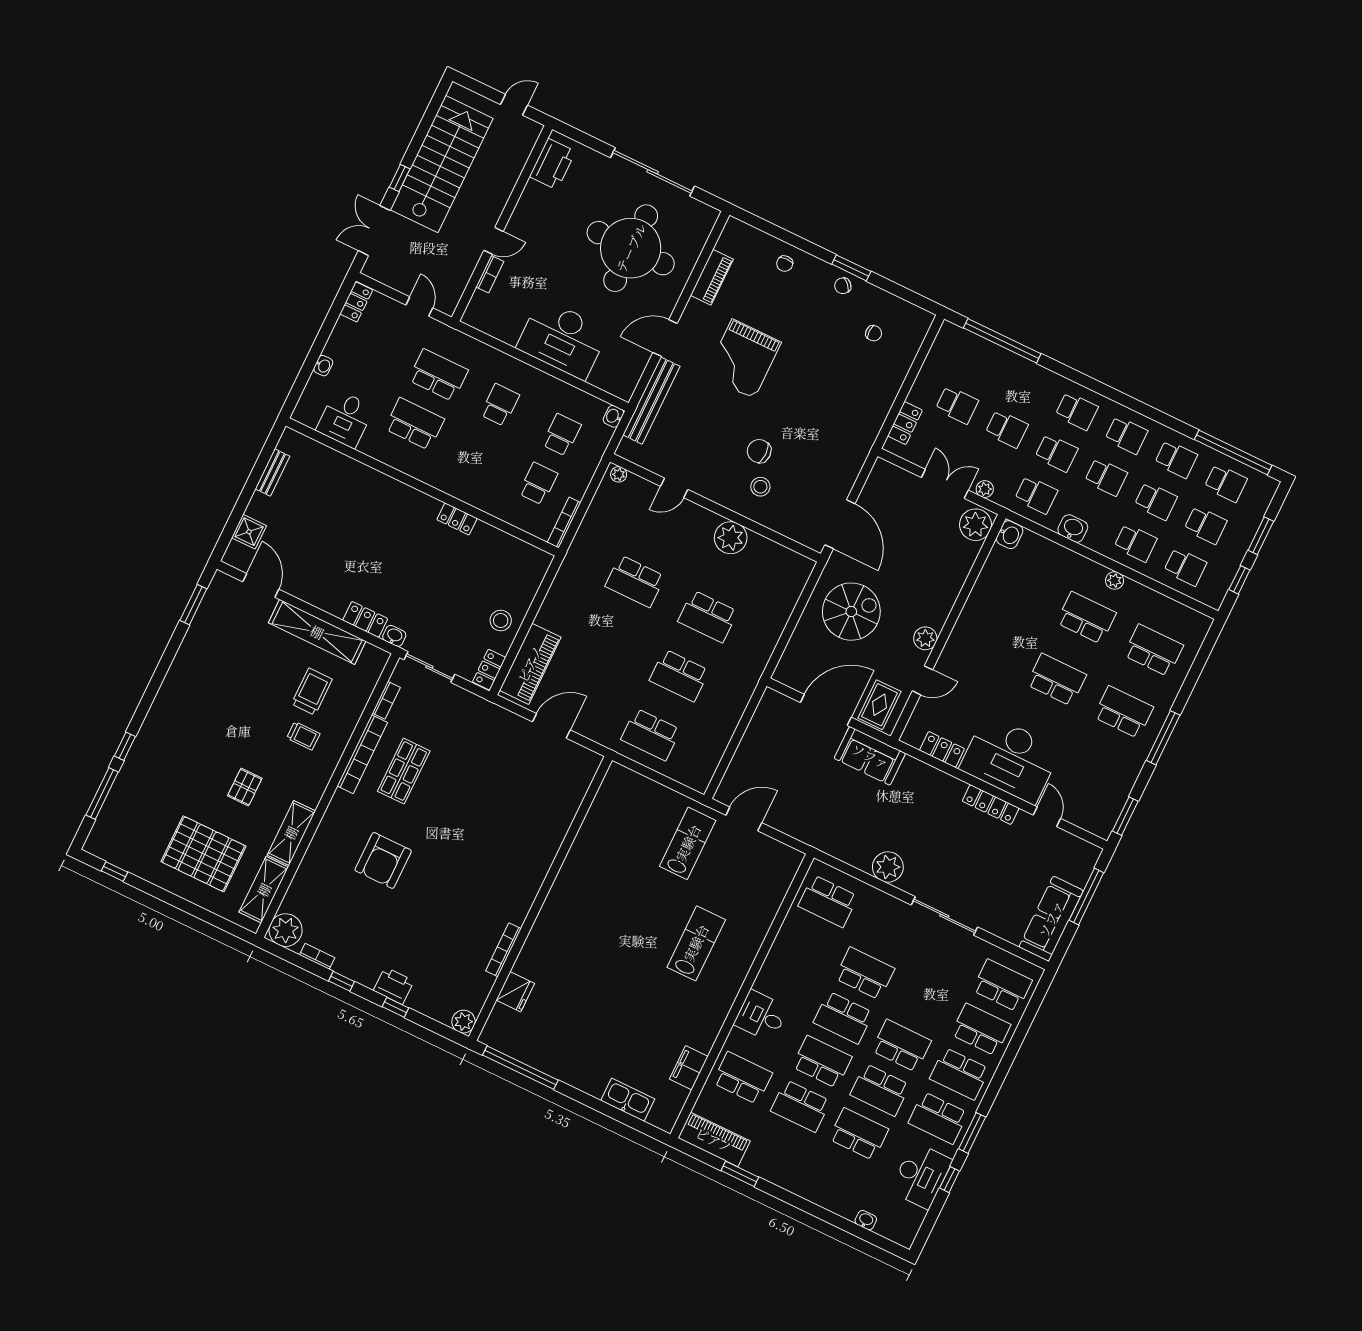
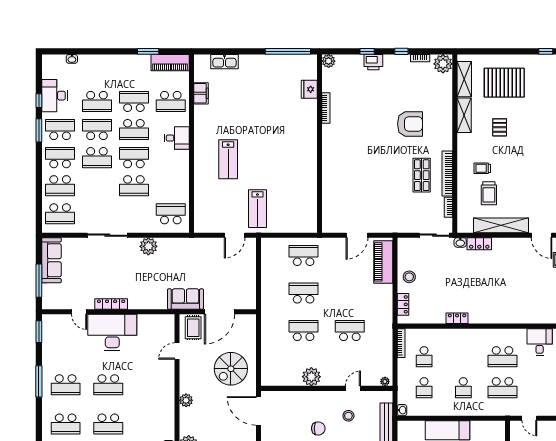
stool: (760, 487) -> (348, 416), moved
plant: (925, 638) -> (186, 400), moved
locker: (489, 670) -> (403, 304), moved
locker: (942, 750) -> (150, 320), removed
armchair: (383, 860) -> (410, 124), turned 90

